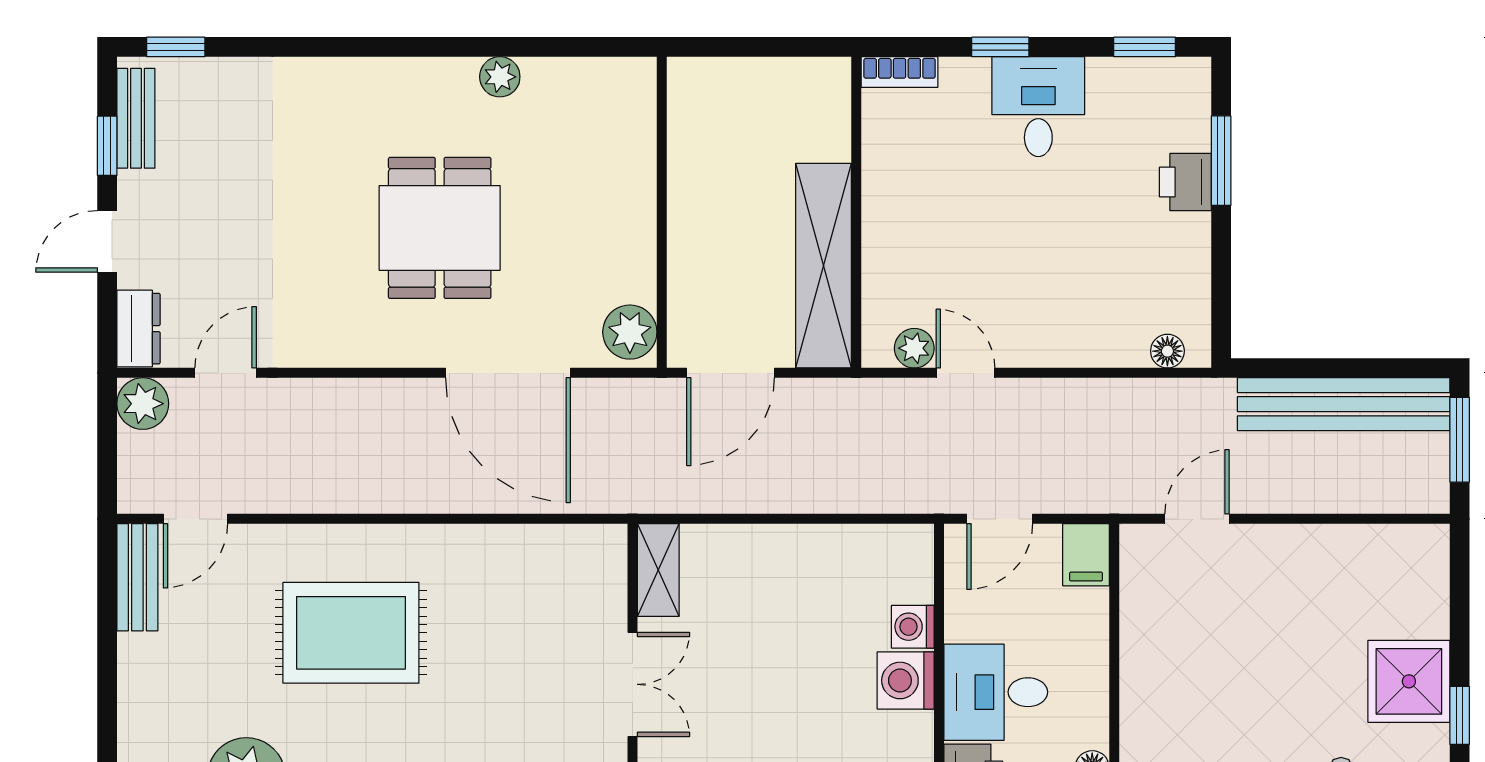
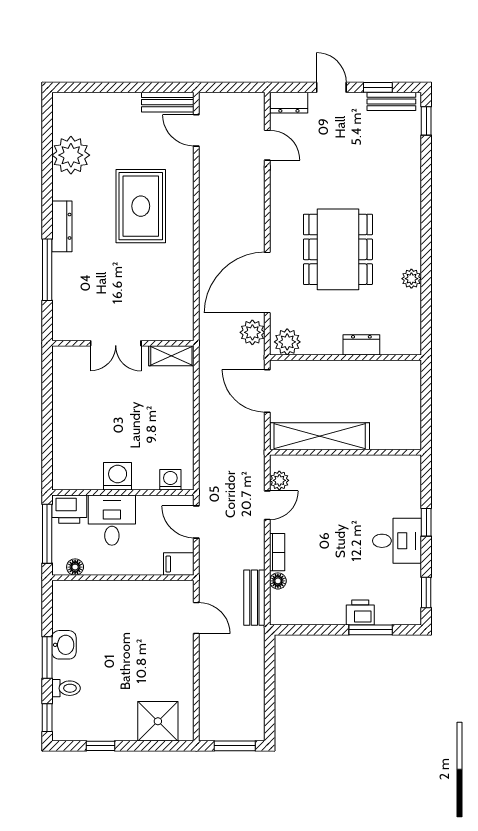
bookcase: (900, 72) -> (277, 552), moved, turned 180
dresser: (636, 180) -> (361, 345), added
dining table: (440, 228) -> (338, 249), width x1.38
floor lamp: (1167, 351) -> (278, 581), moved
plant: (143, 404) -> (252, 332), moved
bench: (1344, 404) -> (254, 598), moved, width x0.54, depth x0.82
washing machine: (913, 627) -> (170, 480), moved
shower: (1409, 681) -> (158, 721), moved

